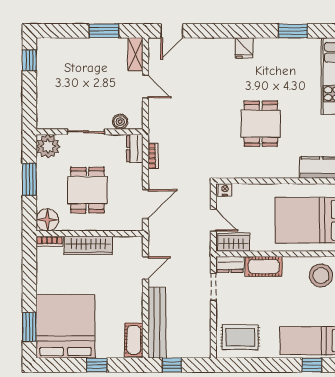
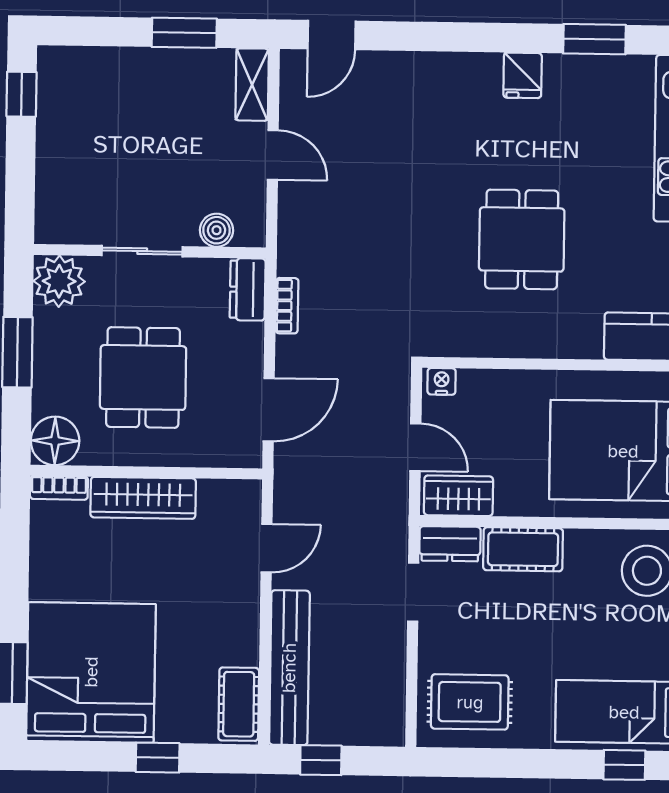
fridge: (244, 48) -> (523, 75), moved

